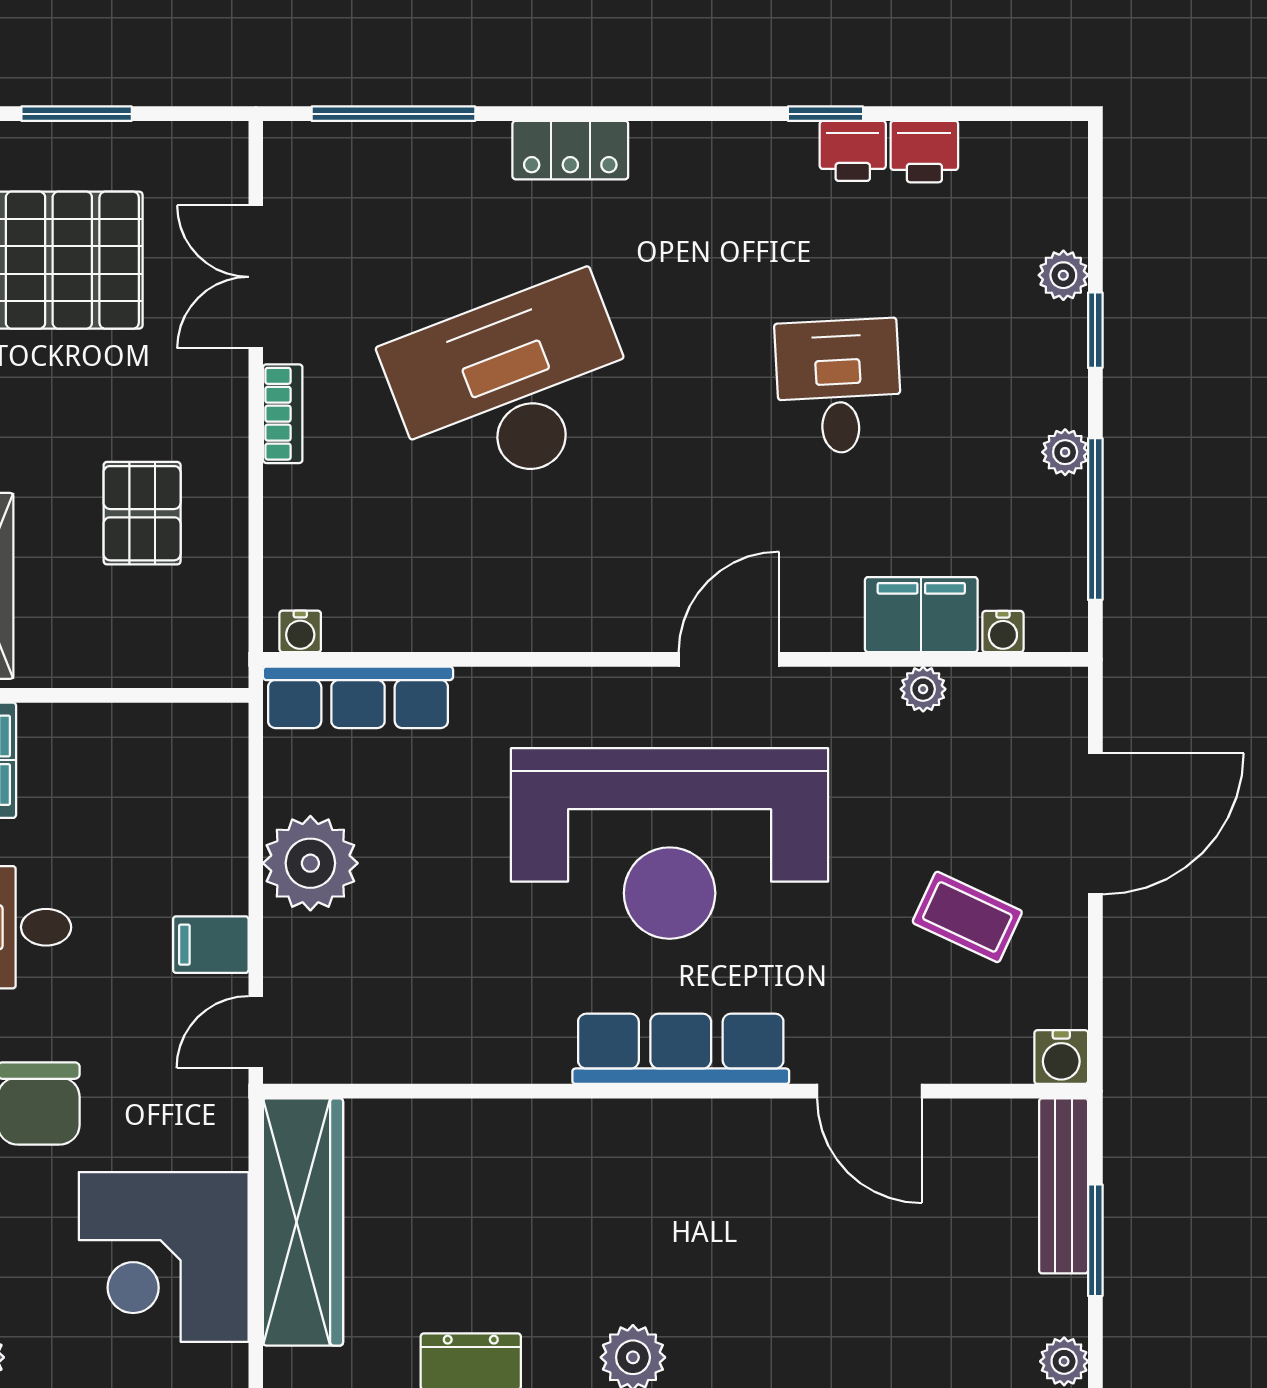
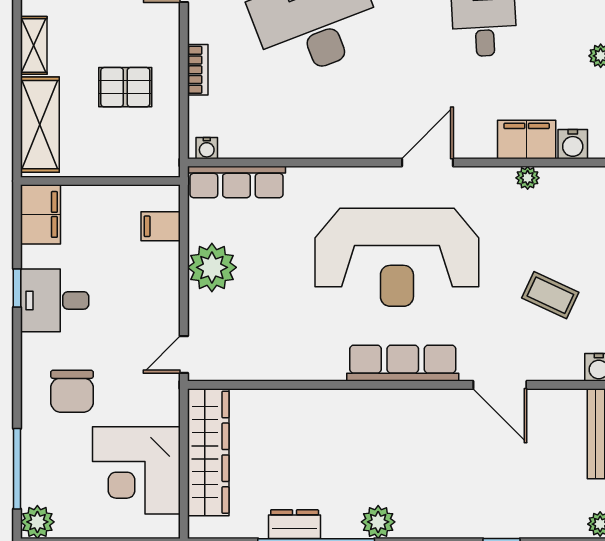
bookcase: (283, 414) -> (198, 70), moved
pallet: (142, 513) -> (125, 87), turned 90
water cooler: (1003, 632) -> (573, 144), width x1.38, depth x1.38
filing cabinet: (211, 945) -> (161, 226), moved

